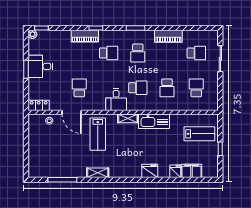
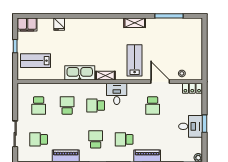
fridge: (150, 171) -> (84, 25), removed
filing cabinet: (192, 171) -> (27, 25), moved

